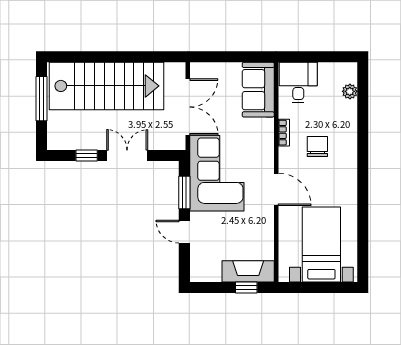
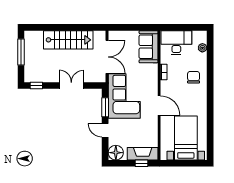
desk: (298, 83) -> (176, 43), width x1.37
stairs: (107, 86) -> (68, 40), width x0.73, depth x0.66
chair: (317, 147) -> (194, 77), moved
window: (87, 155) -> (36, 86), moved
floor lamp: (202, 269) -> (116, 153), added

